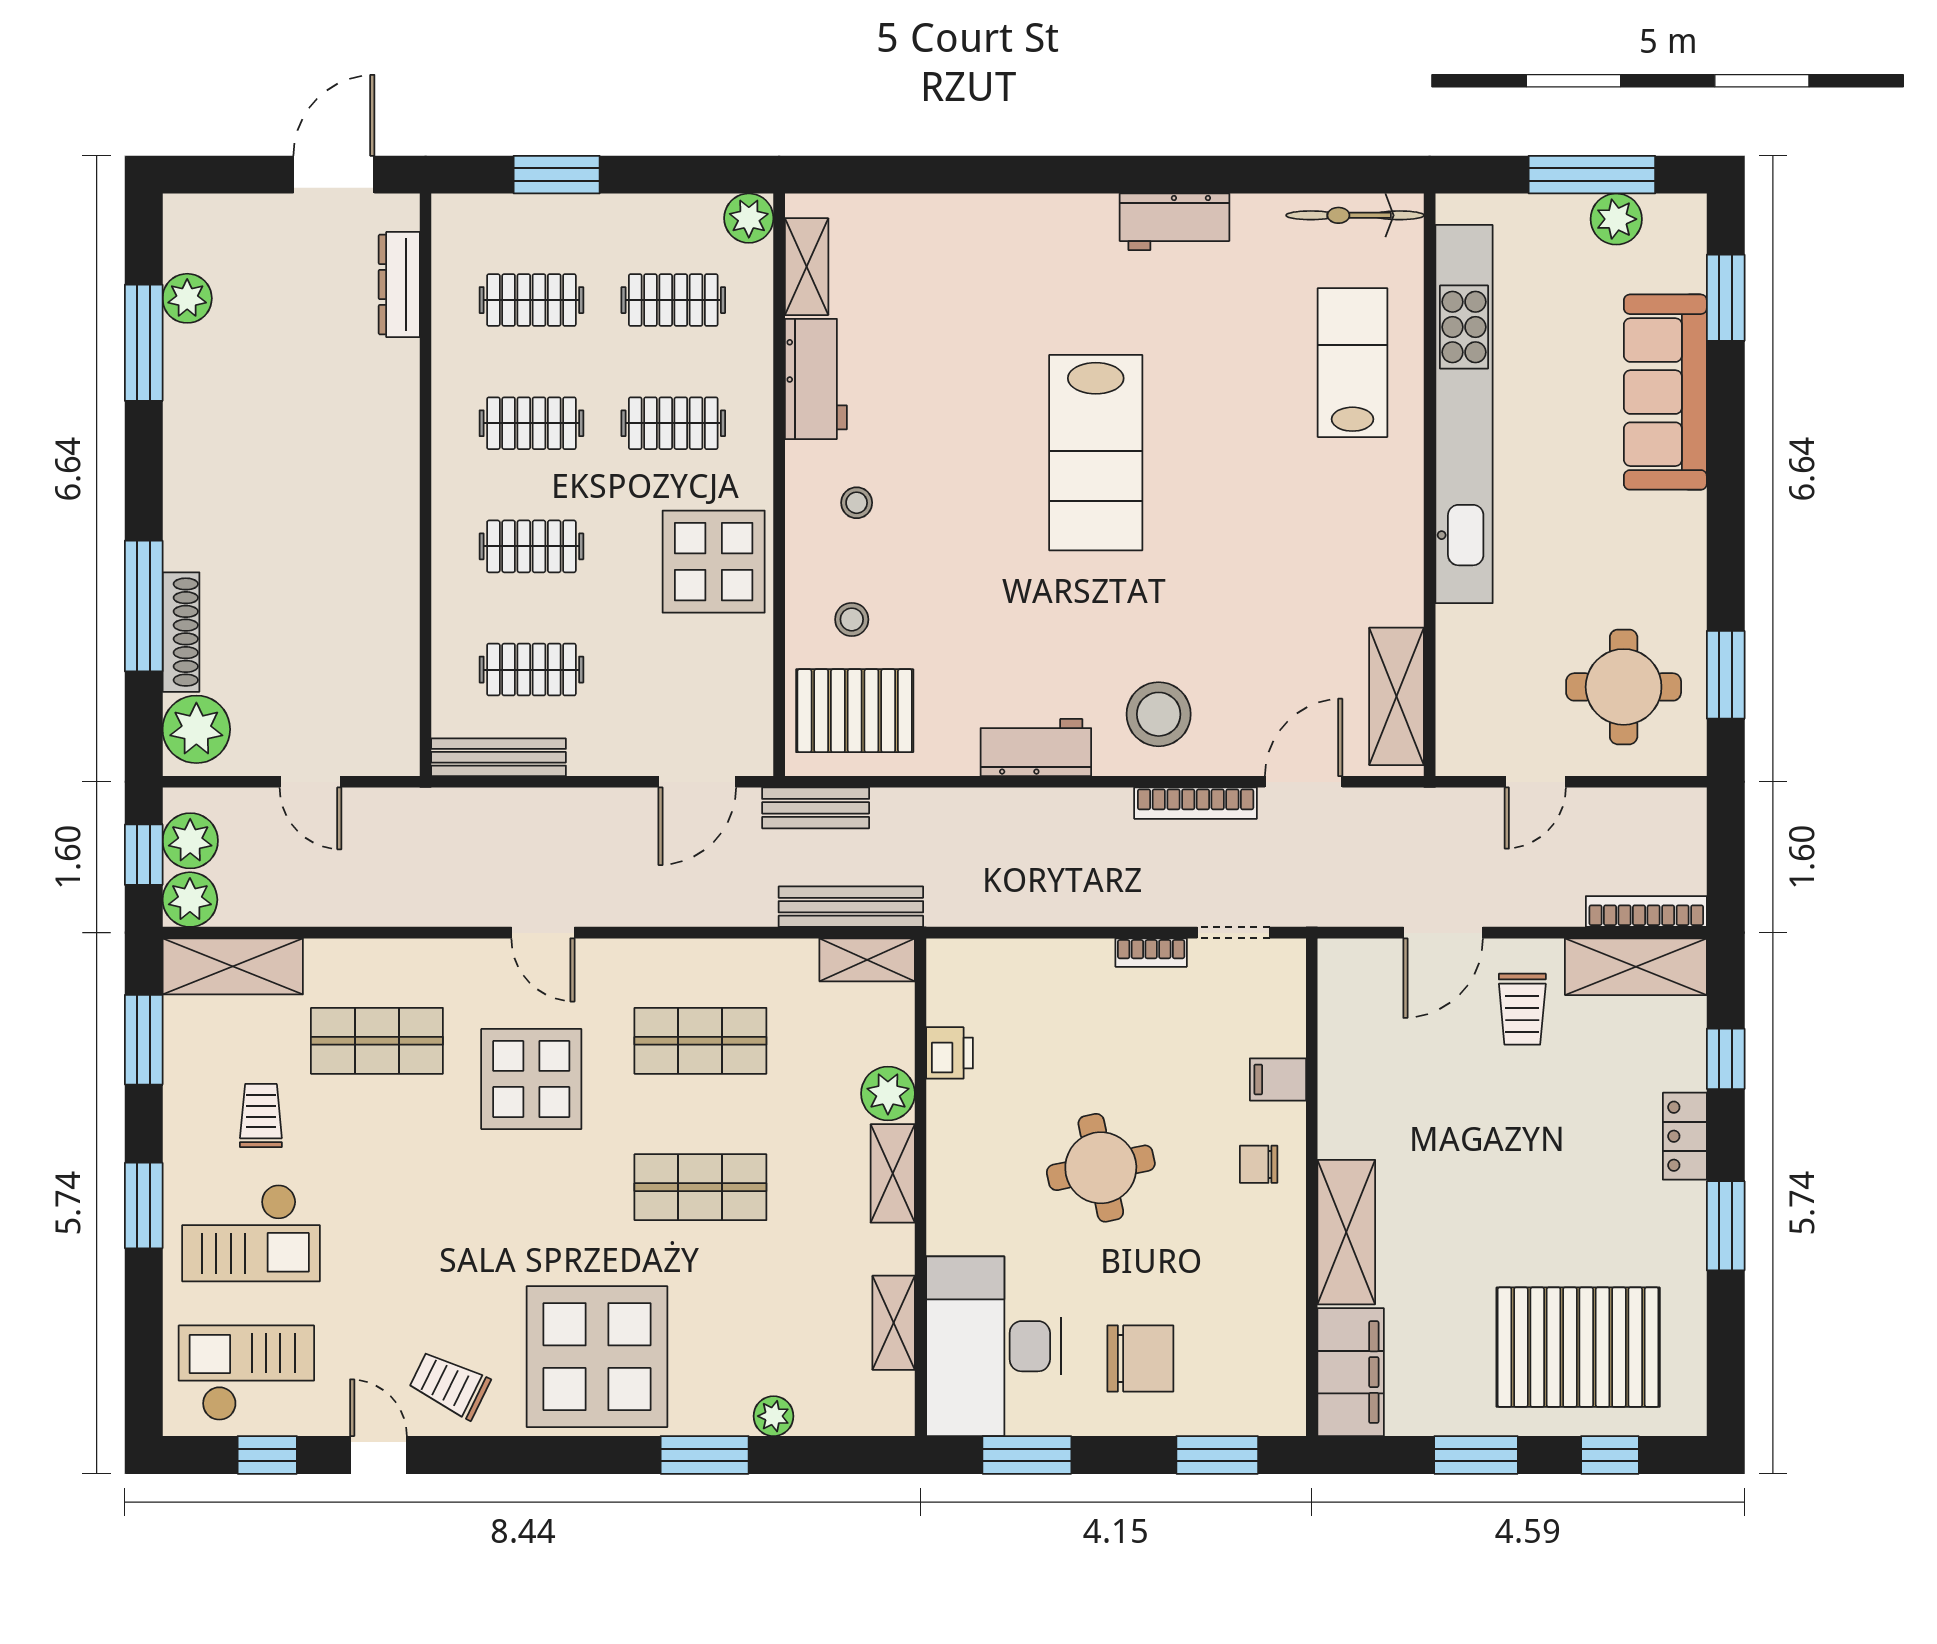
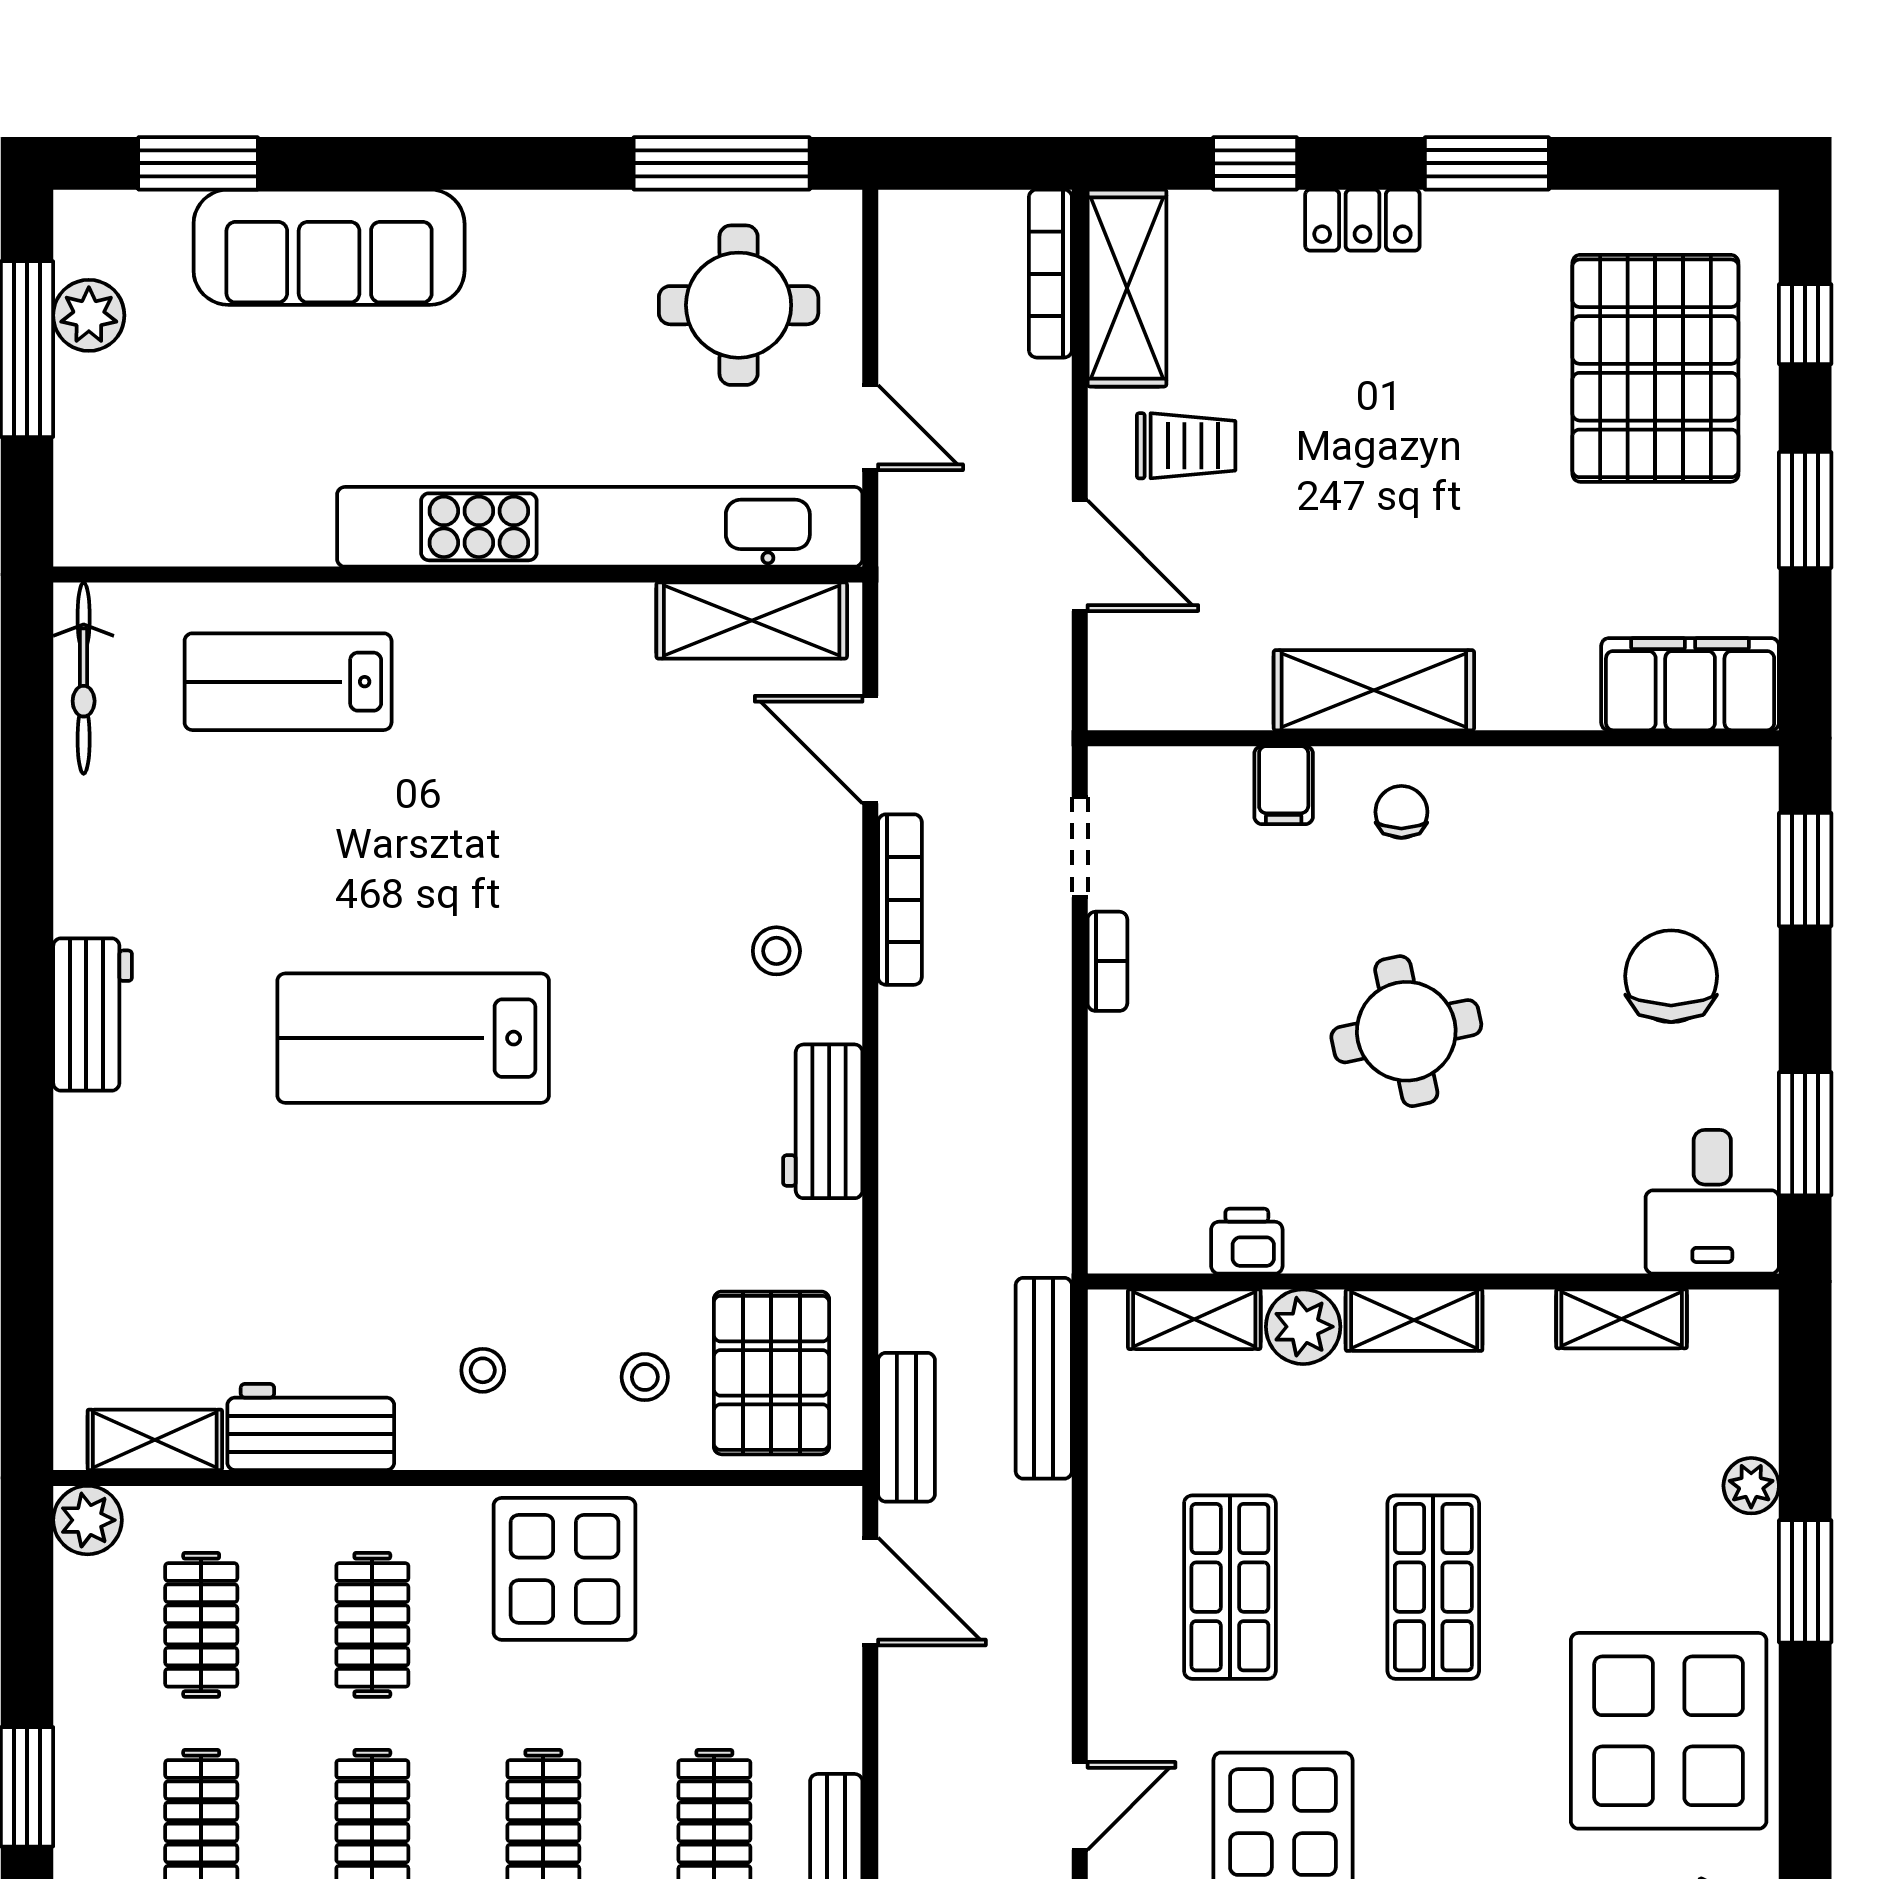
workbench: (1175, 222) -> (93, 1014), moved
kitchen unit: (1464, 414) -> (600, 527), moved
lab bench: (1096, 453) -> (413, 1038), turned 180
window: (1726, 675) -> (722, 163), width x1.44
stool: (1159, 714) -> (776, 951), width x0.53, depth x0.53
shelving: (867, 960) -> (1194, 1319), moved, turned 90
chair: (1259, 1164) -> (1401, 812), turned 180
shelving: (1346, 1232) -> (1374, 690), moved
desk: (993, 1346) -> (1712, 1202), width x0.53, depth x0.77

